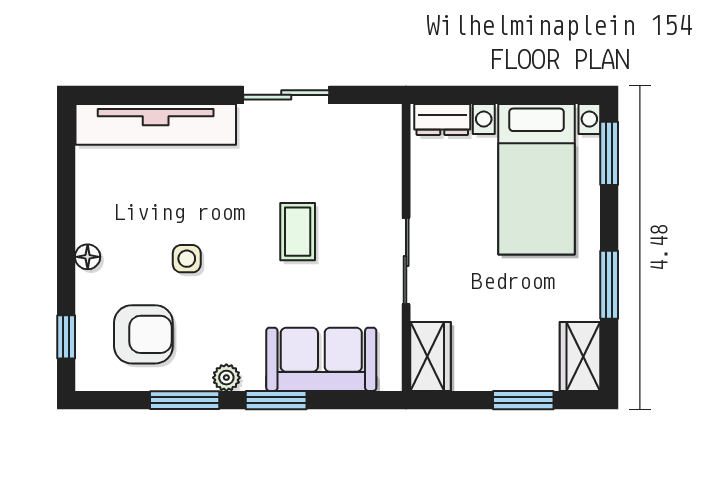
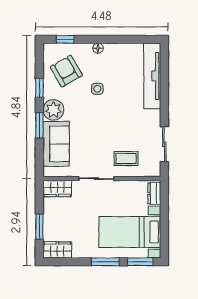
sliding door: (286, 95) -> (164, 144), moved
coffee table: (298, 232) -> (126, 159), moved
window: (609, 285) -> (105, 262), moved
armchair: (143, 334) -> (66, 71), turned 150
plant: (226, 378) -> (53, 110), width x1.87, depth x1.87
window: (185, 400) -> (39, 88), width x0.67

